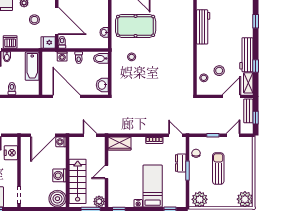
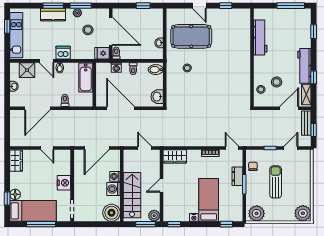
washing machine: (61, 142) -> (115, 176), moved
nightstand: (11, 153) -> (64, 183), moved

